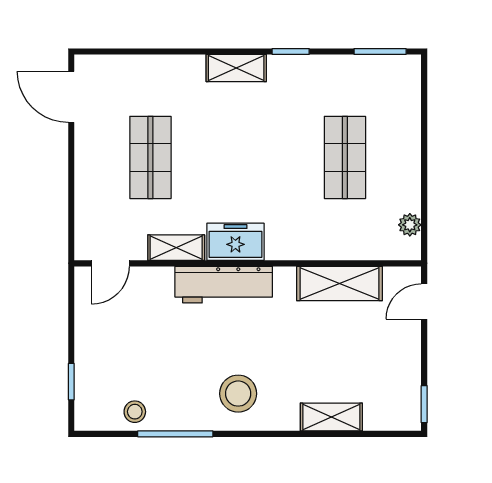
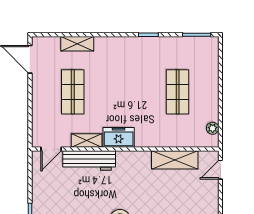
shelving: (236, 68) -> (77, 44), moved
workbench: (224, 285) -> (89, 161), moved

